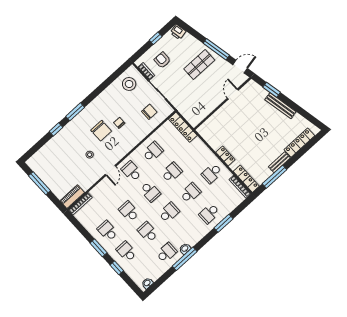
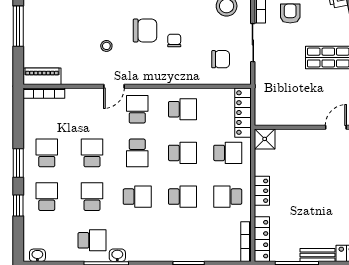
shower: (204, 130) -> (265, 139), added
chair: (101, 131) -> (145, 30), turned -90
school desk: (209, 214) -> (228, 153), moved, turned 180

